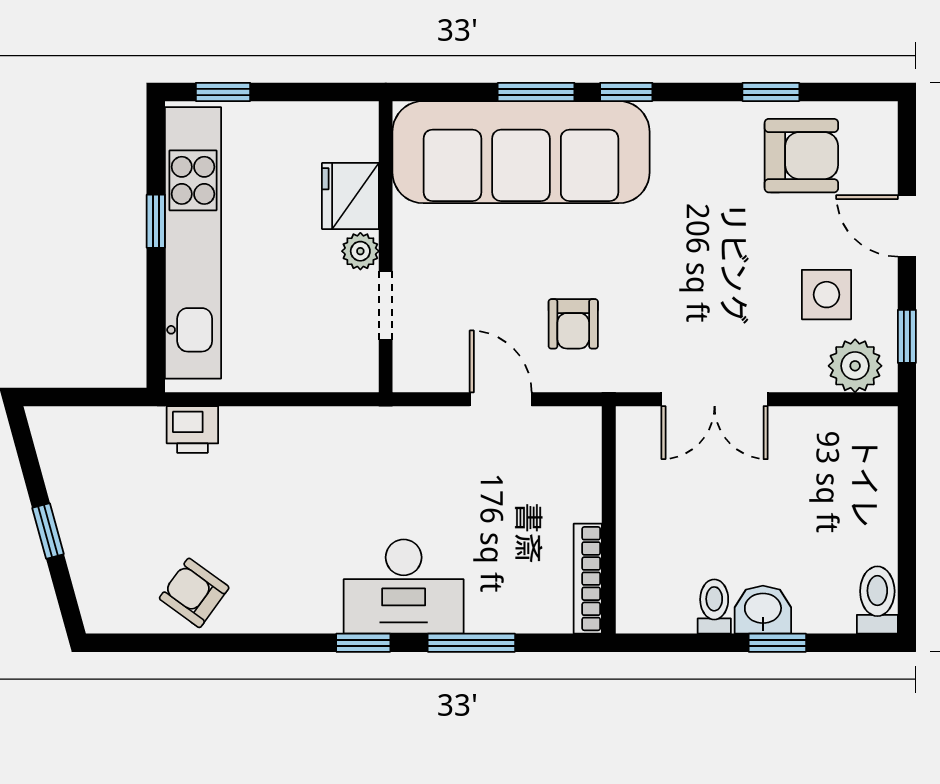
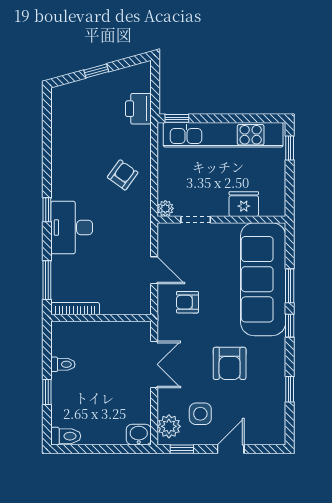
armchair: (801, 156) -> (230, 363), moved
window: (156, 221) -> (177, 118), moved
plant: (360, 251) -> (165, 208), moved
door: (501, 399) -> (154, 270), hinge flipped
double door: (715, 399) -> (154, 364), swing flipped
printer: (192, 429) -> (138, 109), moved, width x1.36, depth x1.24
armchair: (194, 593) -> (123, 175), moved
washbasin: (763, 610) -> (139, 435), moved, turned -90
window: (471, 643) -> (47, 280), moved

